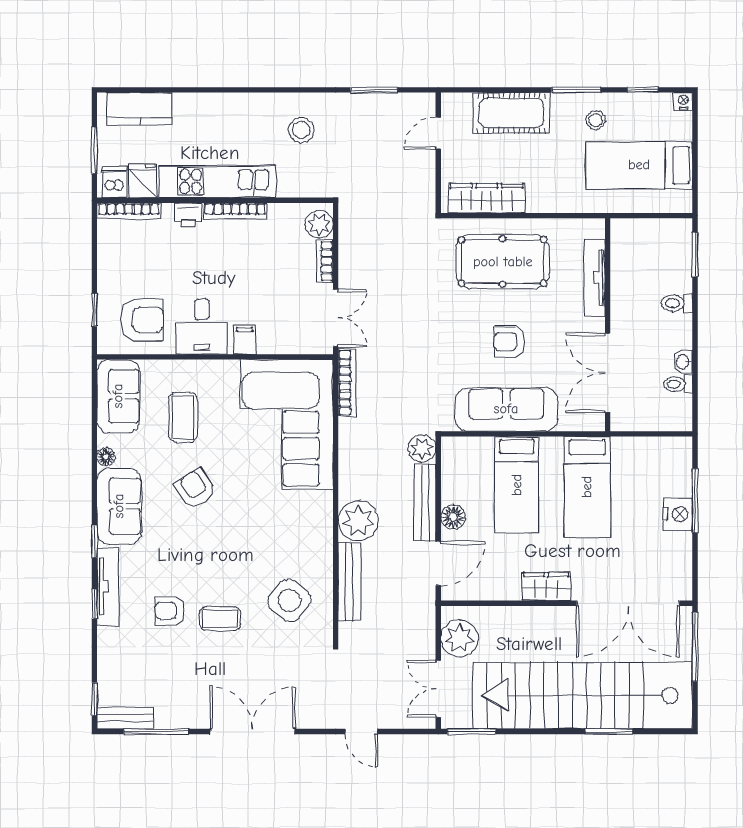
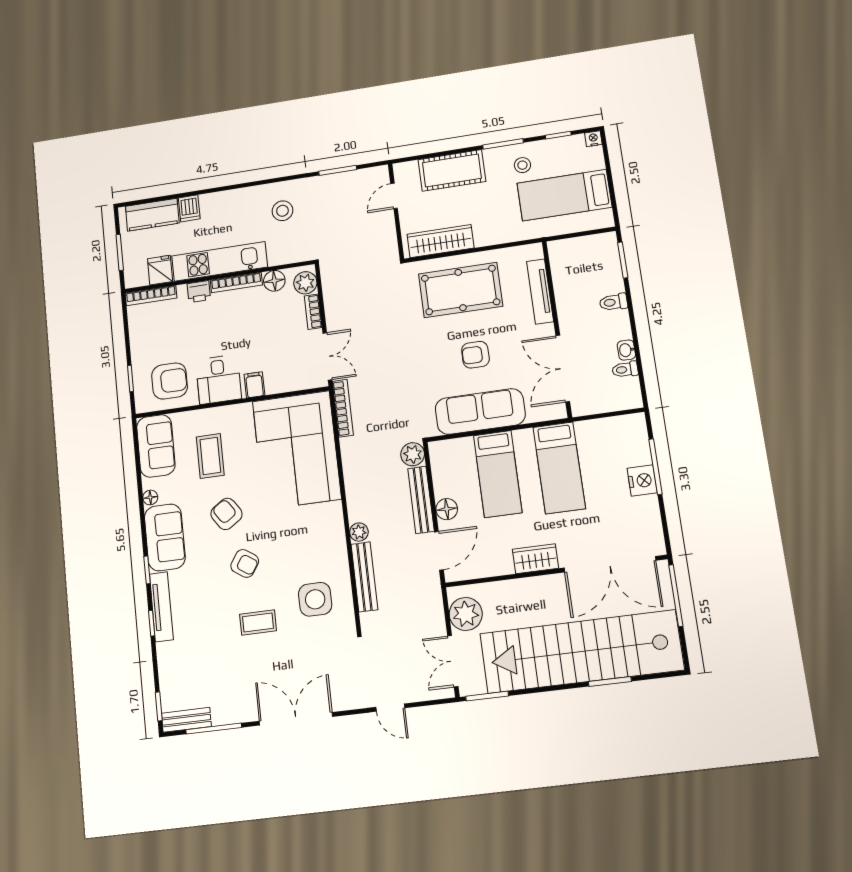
dishwasher: (114, 182) -> (189, 208), moved, turned 180
floor lamp: (282, 216) -> (274, 281), added
plant: (358, 521) -> (359, 532), width x0.53, depth x0.53
side table: (289, 600) -> (315, 599), turned -37
armchair: (170, 611) -> (245, 563), moved, turned -146

